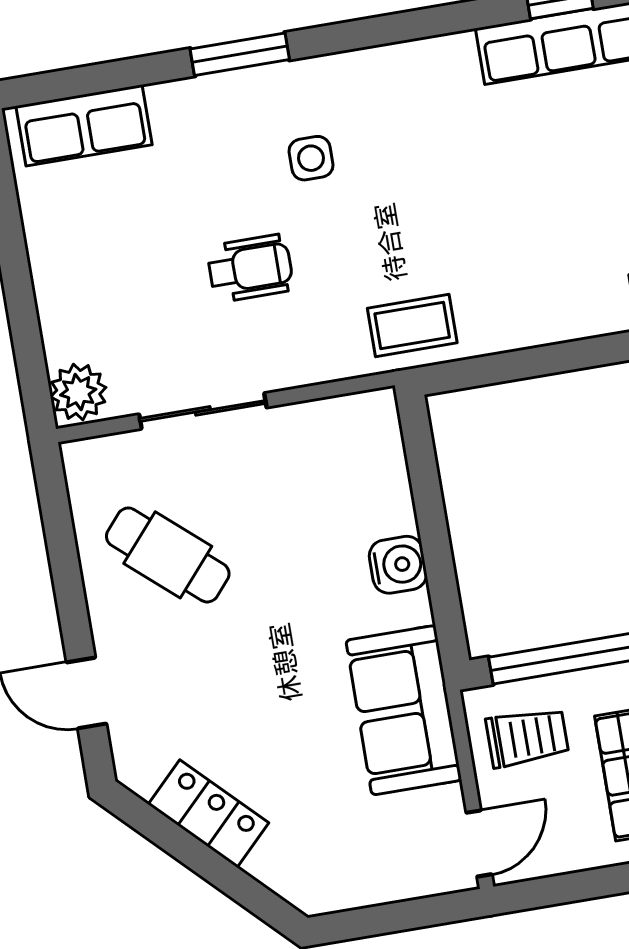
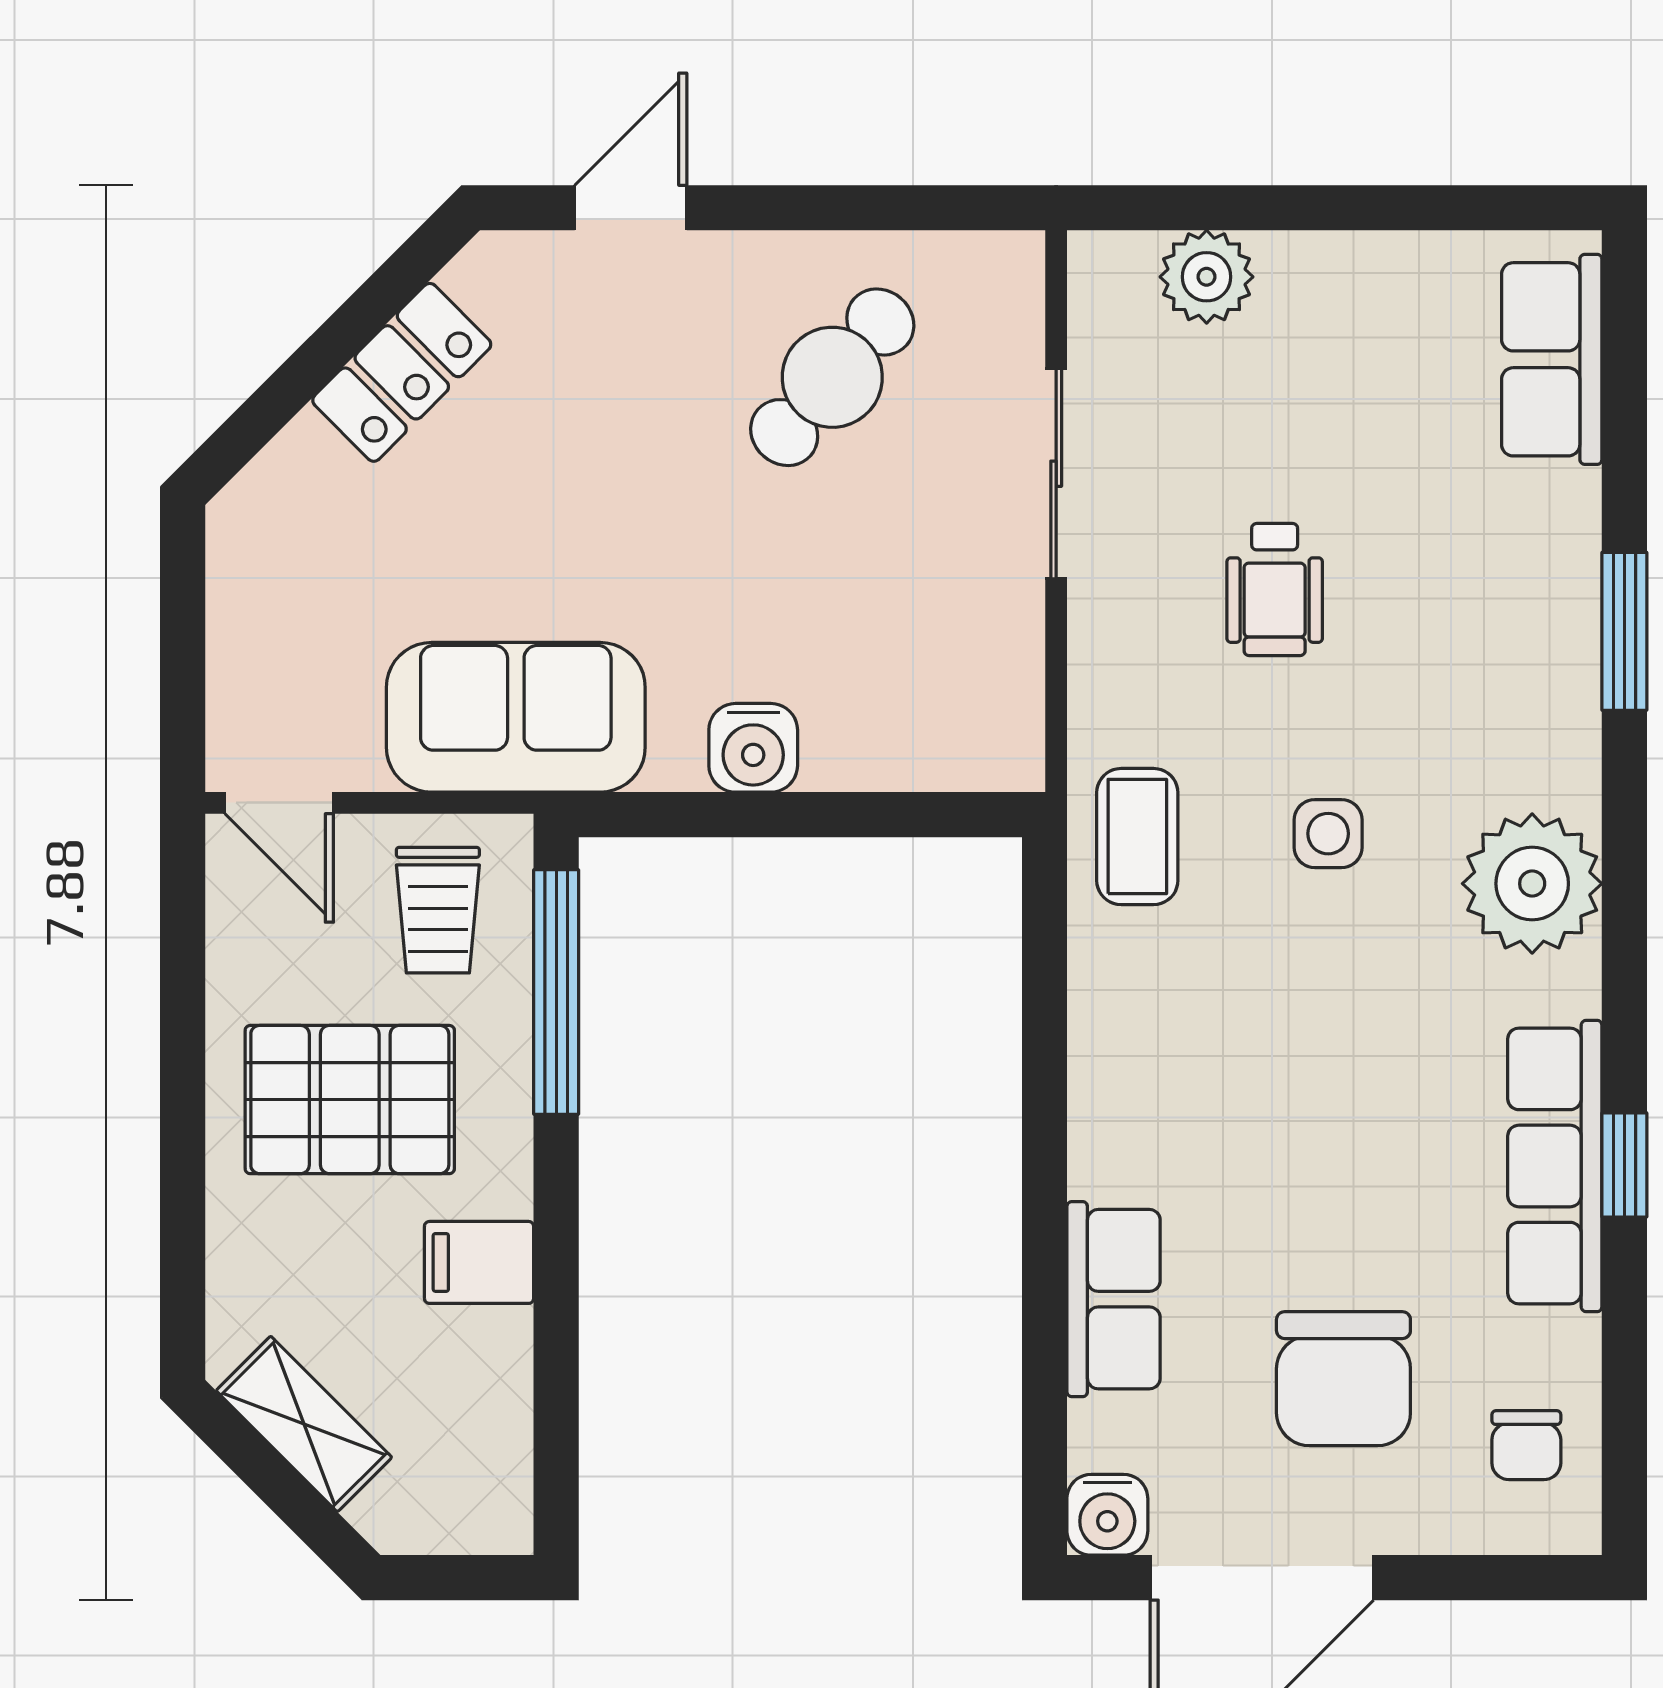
plant: (400, 84) -> (1532, 884), added
side table: (311, 158) -> (1328, 834), moved
plant: (78, 392) -> (1207, 277), moved

